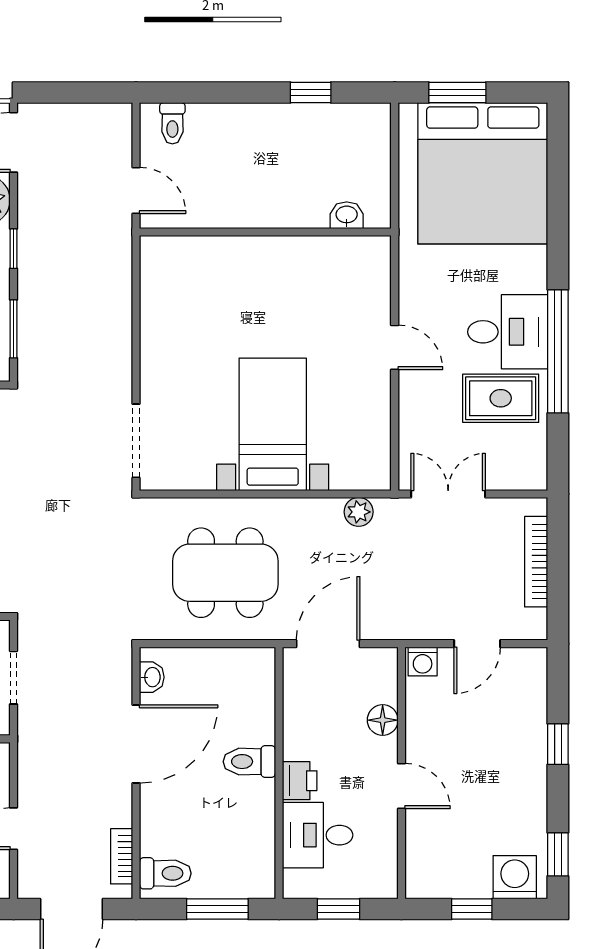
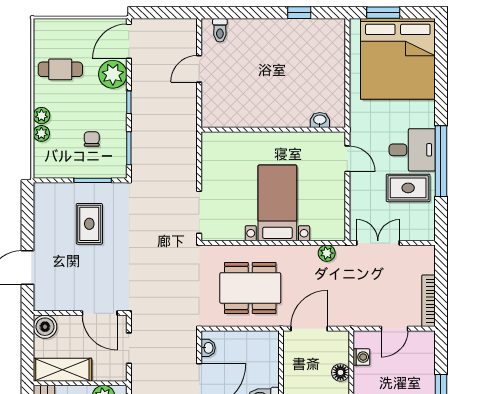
door: (136, 190) -> (199, 69), swing flipped
washbasin: (347, 215) -> (320, 120), moved
wall: (265, 232) -> (273, 130), moved
bookcase: (536, 562) -> (428, 301), moved
washing machine: (423, 661) -> (361, 357), moved, turned -90

